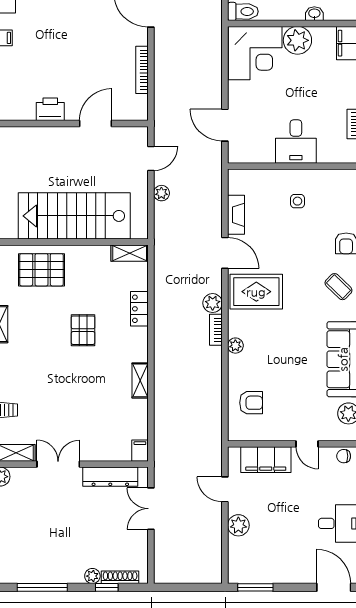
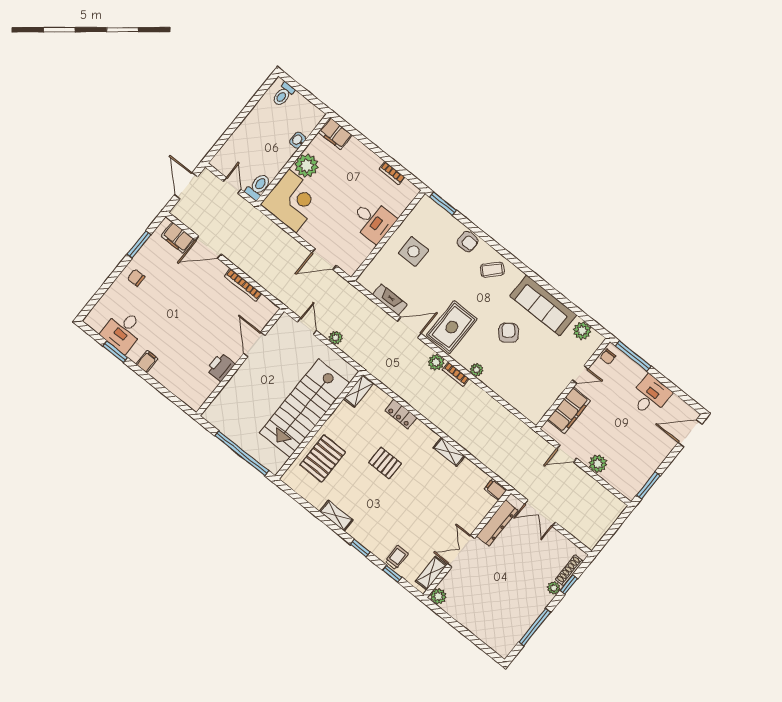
side table: (297, 201) -> (414, 251), width x1.87, depth x1.87
armchair: (251, 403) -> (509, 333), moved, turned -38

